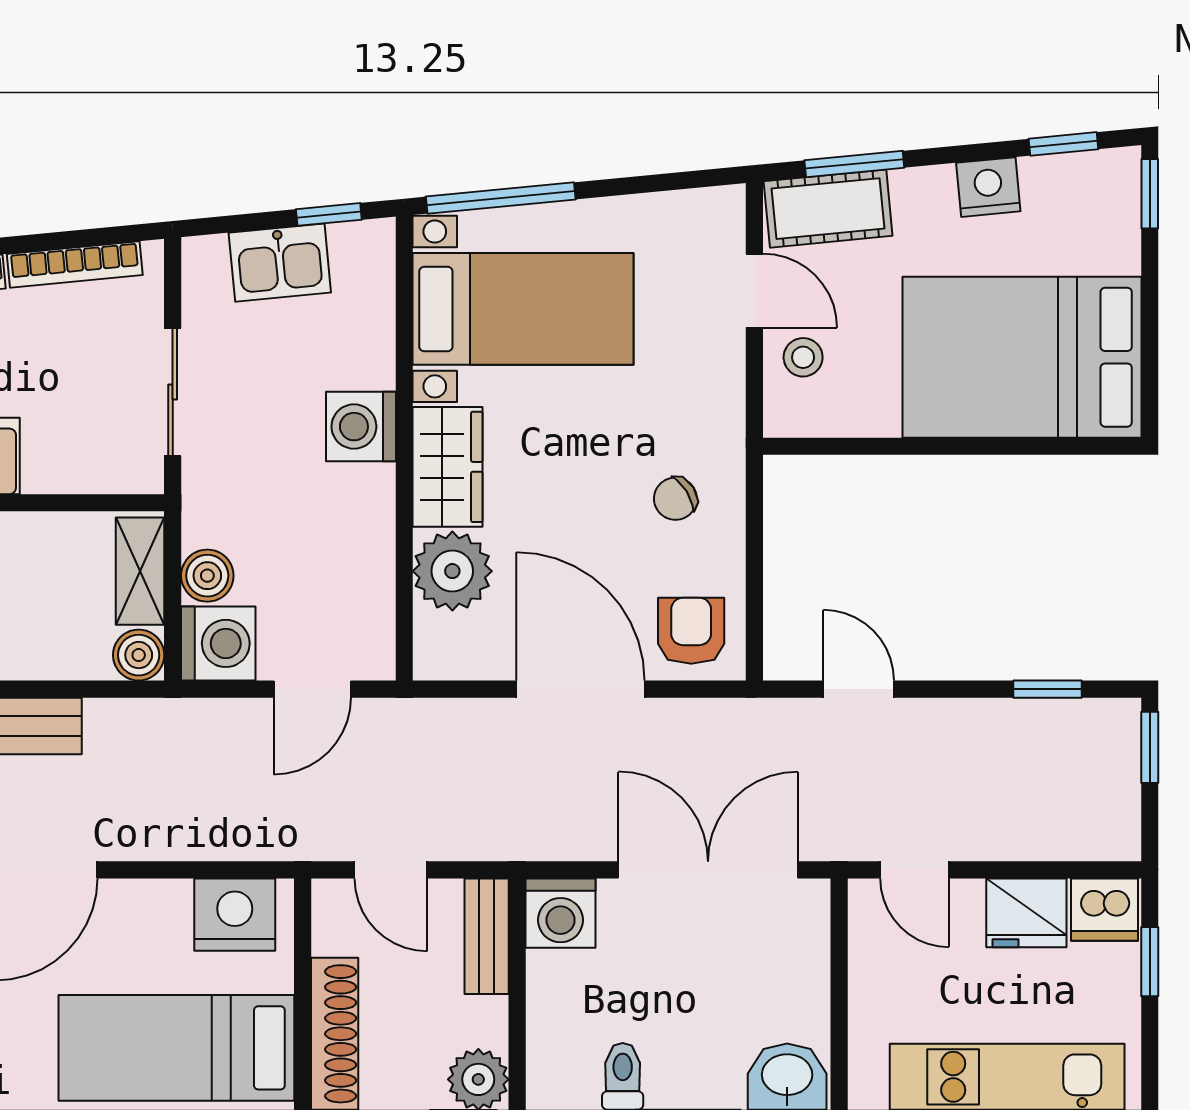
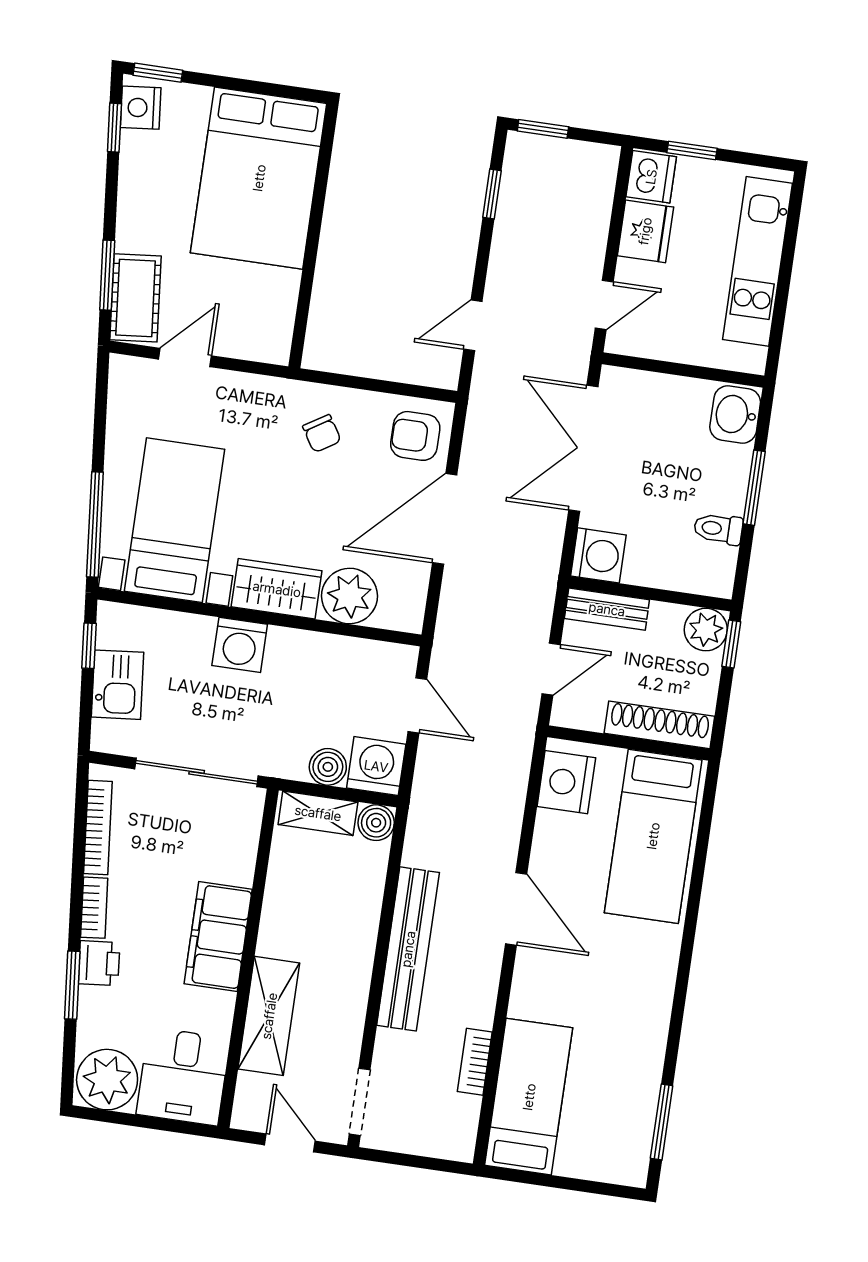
nightstand: (988, 187) -> (141, 108), moved
stool: (803, 357) -> (236, 330), removed
sliding door: (173, 392) -> (197, 772), width x1.37

